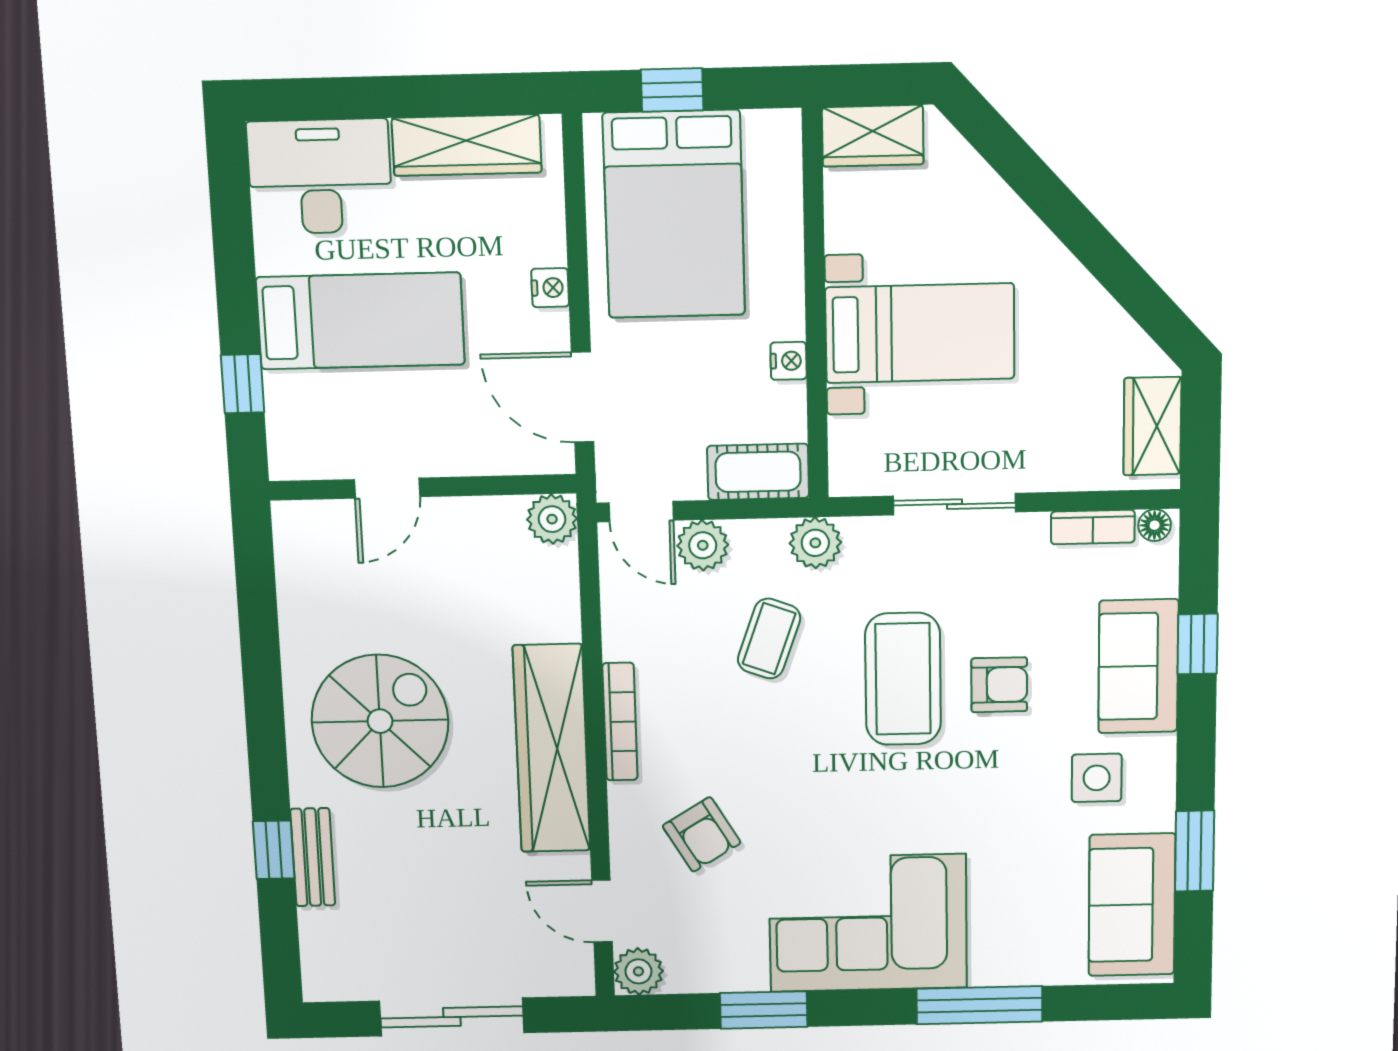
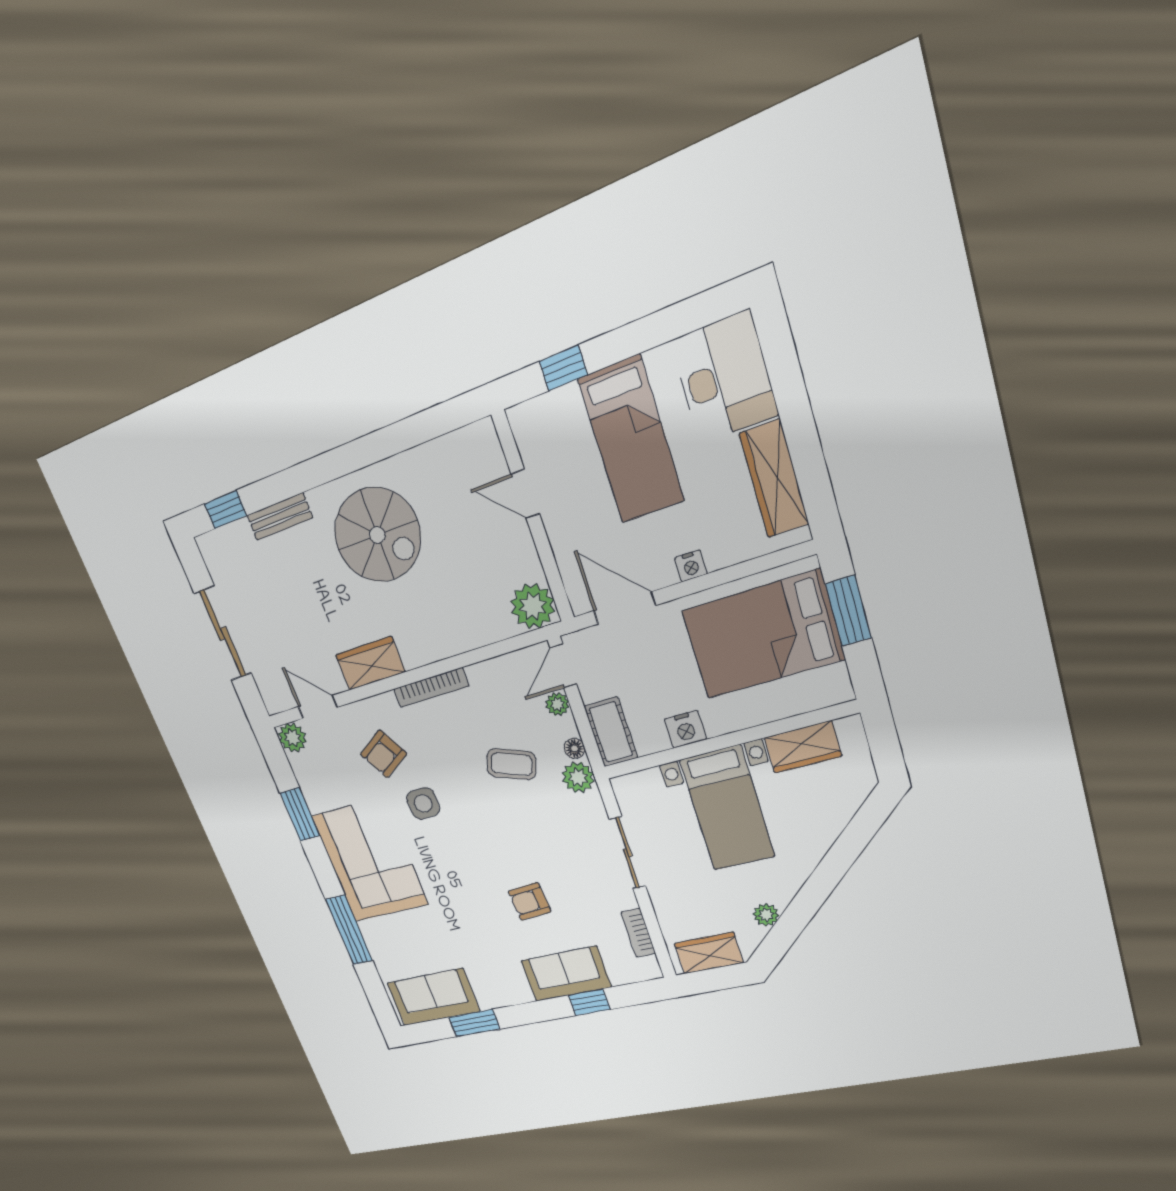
window: (672, 90) -> (848, 611), width x1.50
wardrobe: (873, 136) -> (803, 747), moved, turned -90
plant: (1107, 320) -> (766, 915), added
nightstand: (789, 361) -> (685, 729), width x1.39, depth x1.35
door: (583, 397) -> (625, 608), hinge flipped
plant: (552, 519) -> (533, 606), width x1.36, depth x1.36
floor lamp: (1155, 525) -> (574, 748), moved
plant: (703, 545) -> (557, 704), width x0.73, depth x0.73
coffee table: (903, 679) -> (514, 847), removed
armchair: (999, 685) -> (530, 901), turned 86
wardrobe: (552, 748) -> (370, 663), width x0.48, depth x0.85
side table: (1097, 778) -> (423, 804), moved
window: (274, 850) -> (226, 510), moved
door: (602, 911) -> (318, 707), hinge flipped

